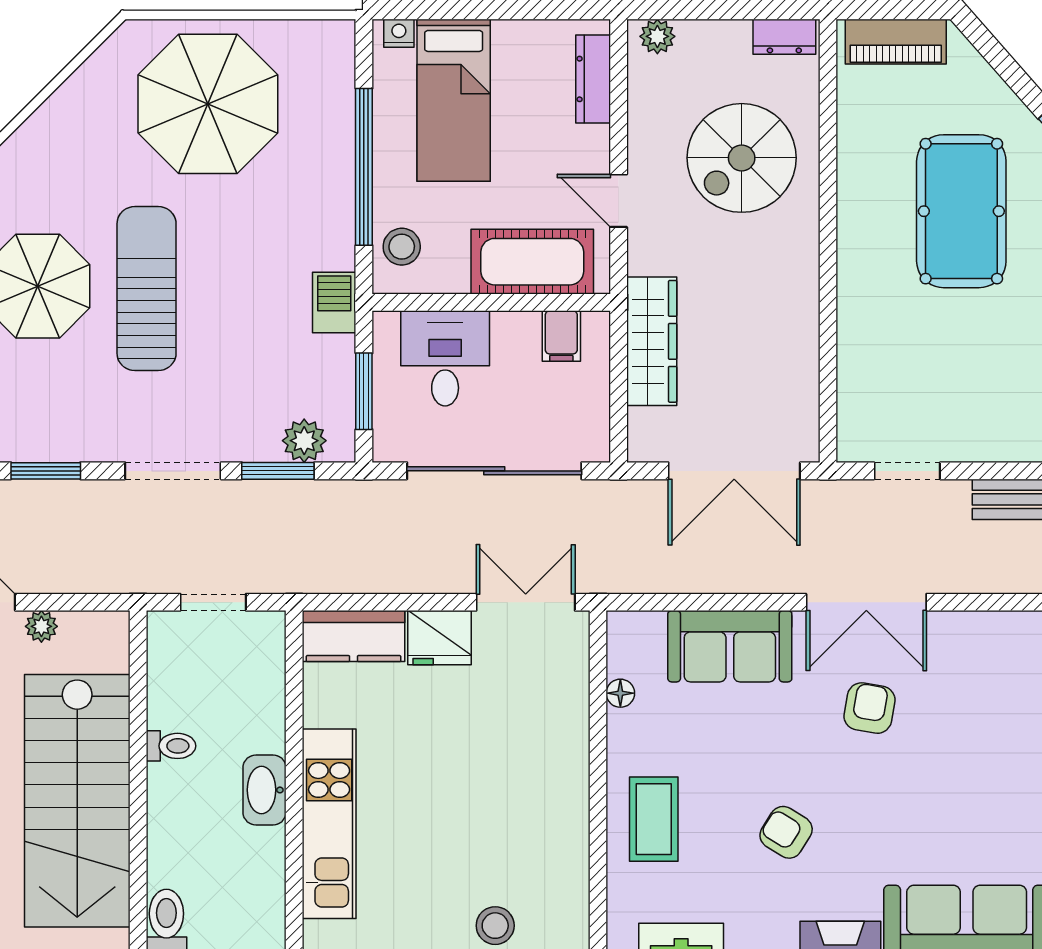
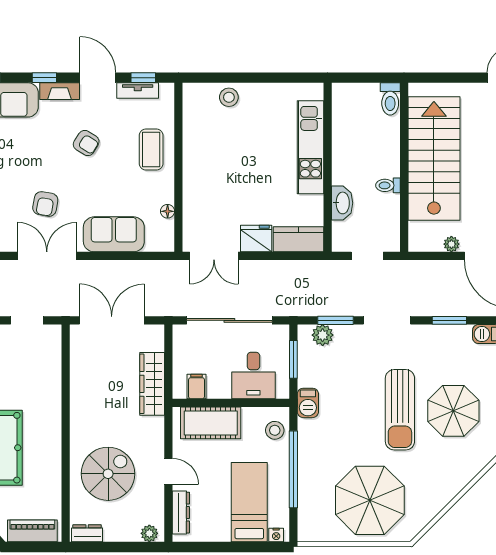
door: (619, 201) -> (168, 471), moved
washbasin: (264, 790) -> (342, 203), moved

